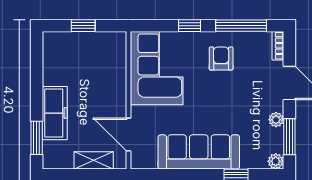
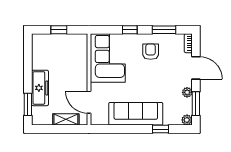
window: (241, 26) -> (164, 30), width x0.69

